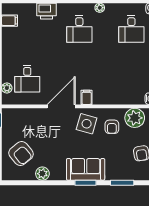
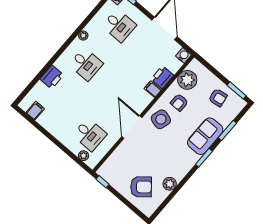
filing cabinet: (87, 97) -> (153, 89), moved
printer: (120, 97) -> (162, 77), added
armchair: (112, 127) -> (179, 102), turned 90
sofa: (86, 169) -> (205, 136), moved

